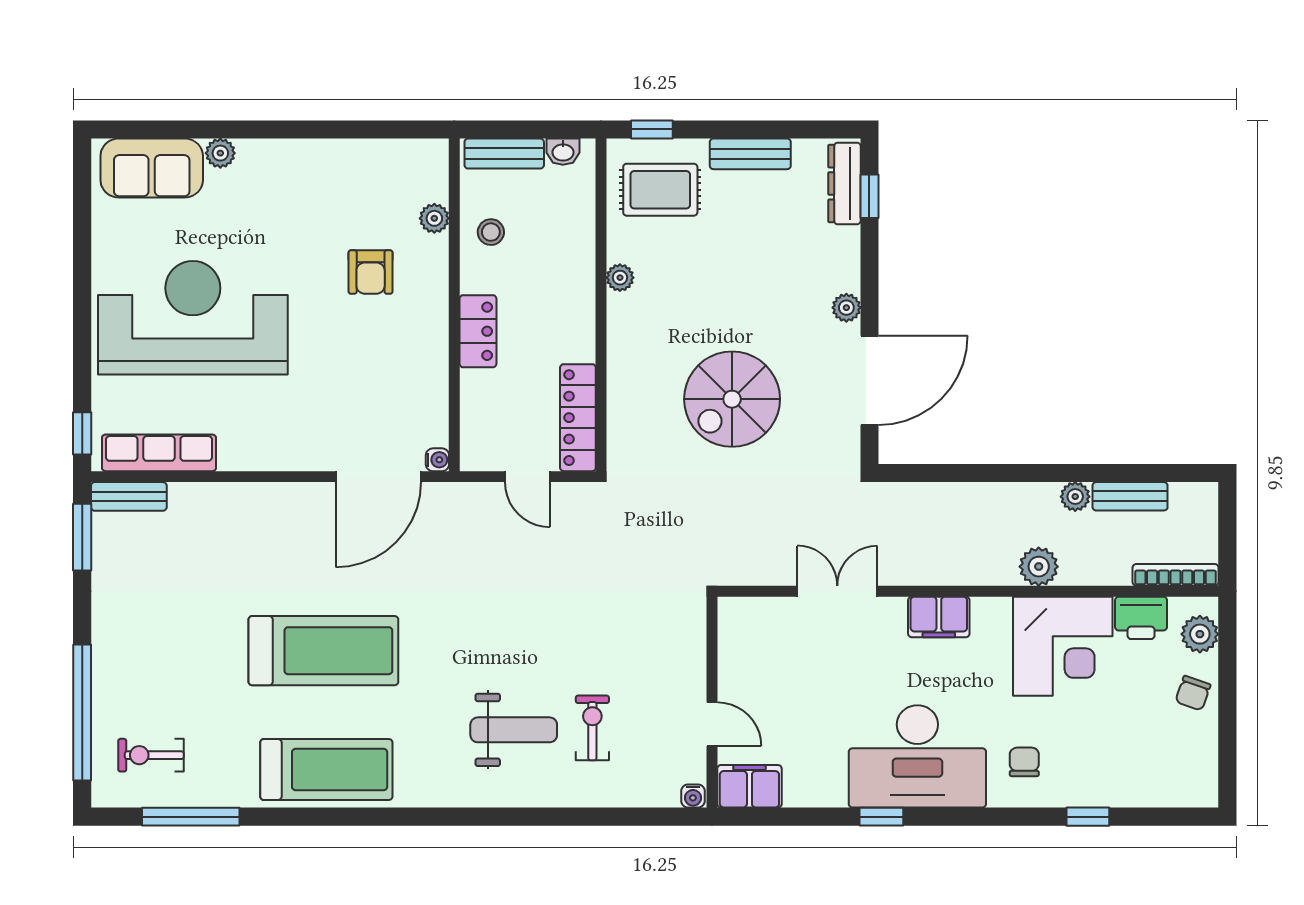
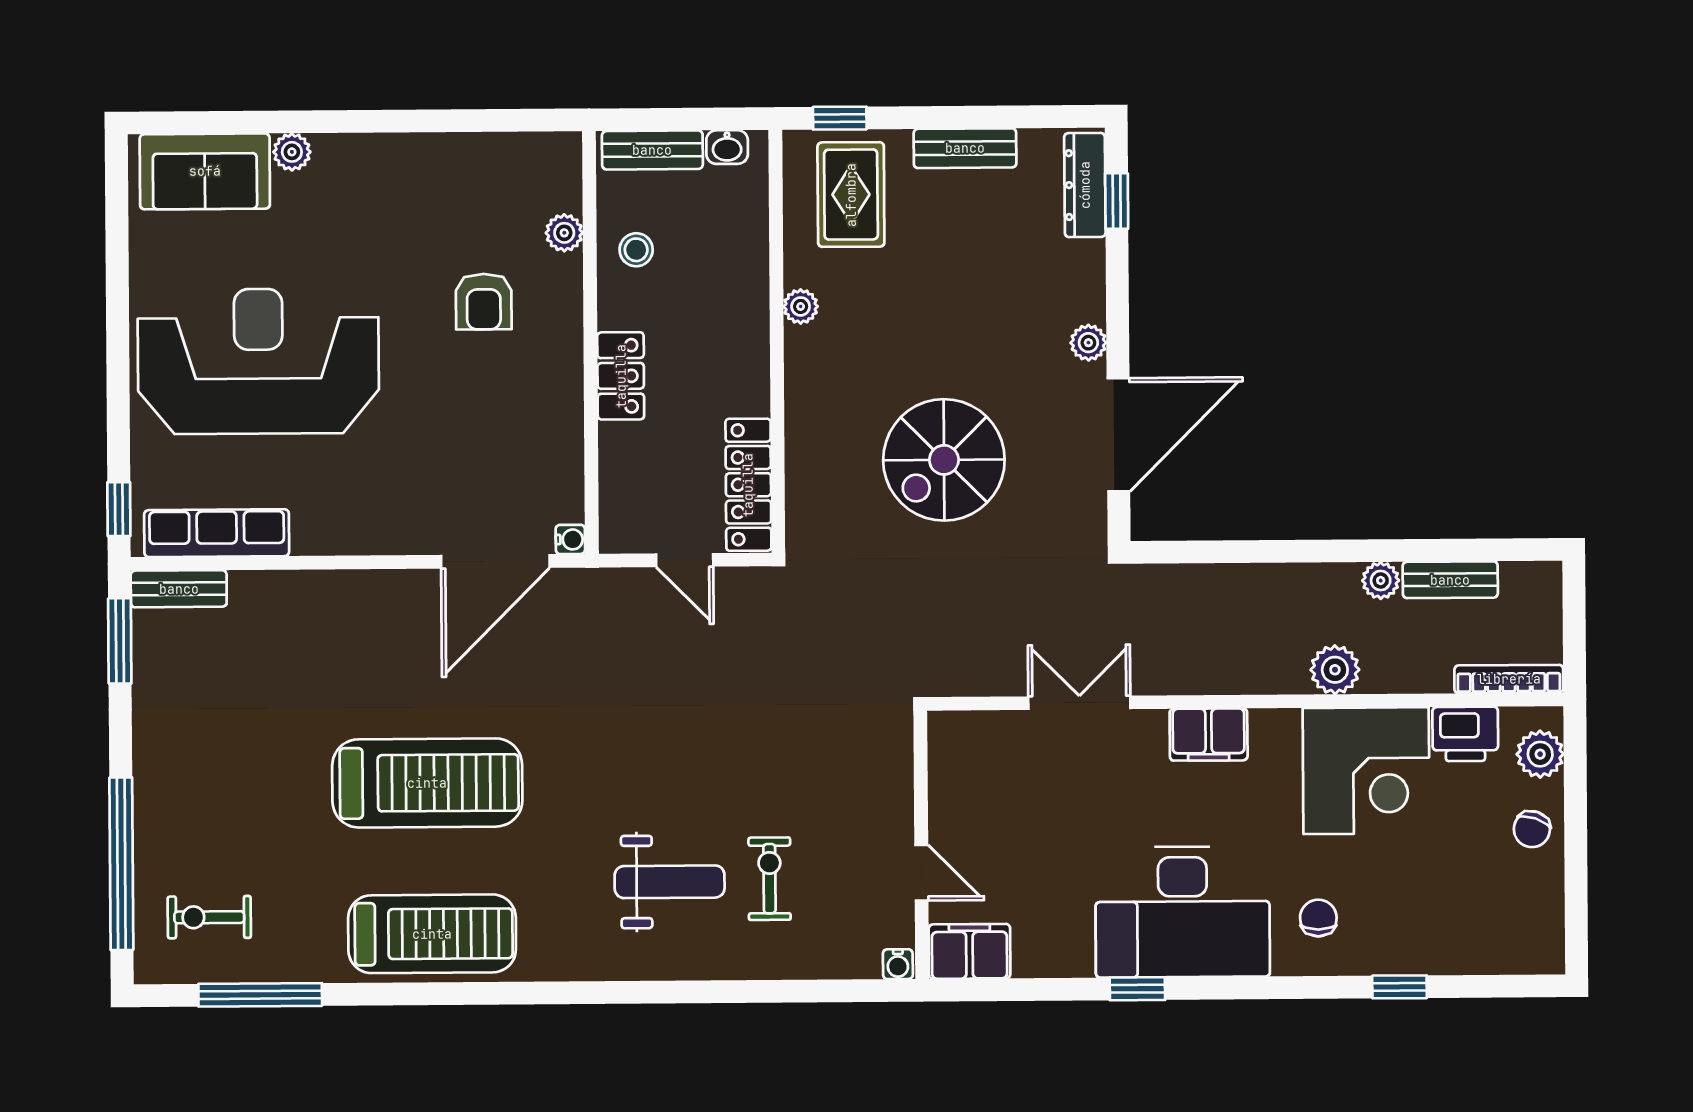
rug: (660, 190) -> (851, 195), turned 90

